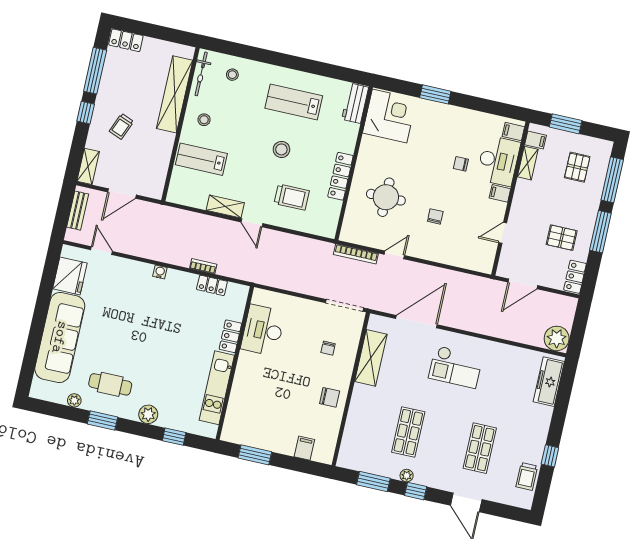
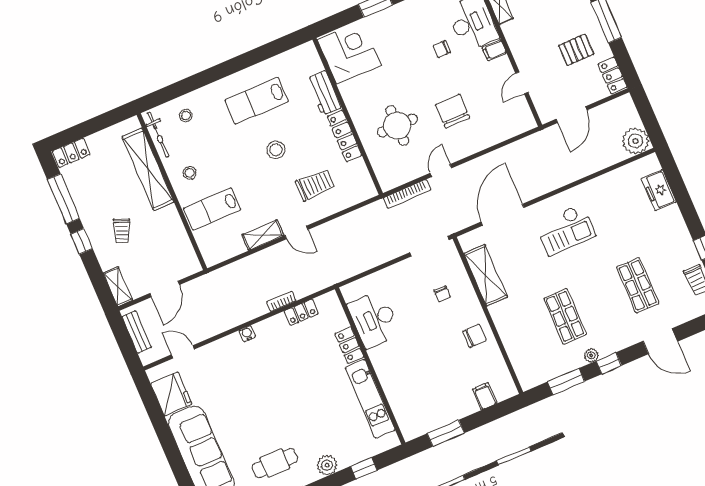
workbench: (355, 103) -> (324, 93), moved
chair: (435, 216) -> (452, 111), width x1.87, depth x1.87
freezer: (549, 382) -> (659, 190), width x0.71

